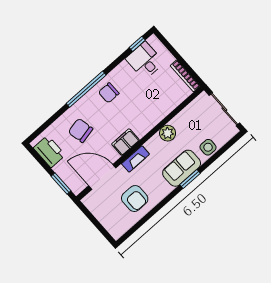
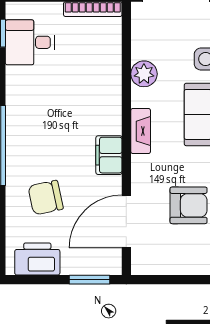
chair: (109, 93) -> (30, 122), removed
plant: (168, 133) -> (144, 74), moved
fireplace: (135, 159) -> (141, 131), moved

